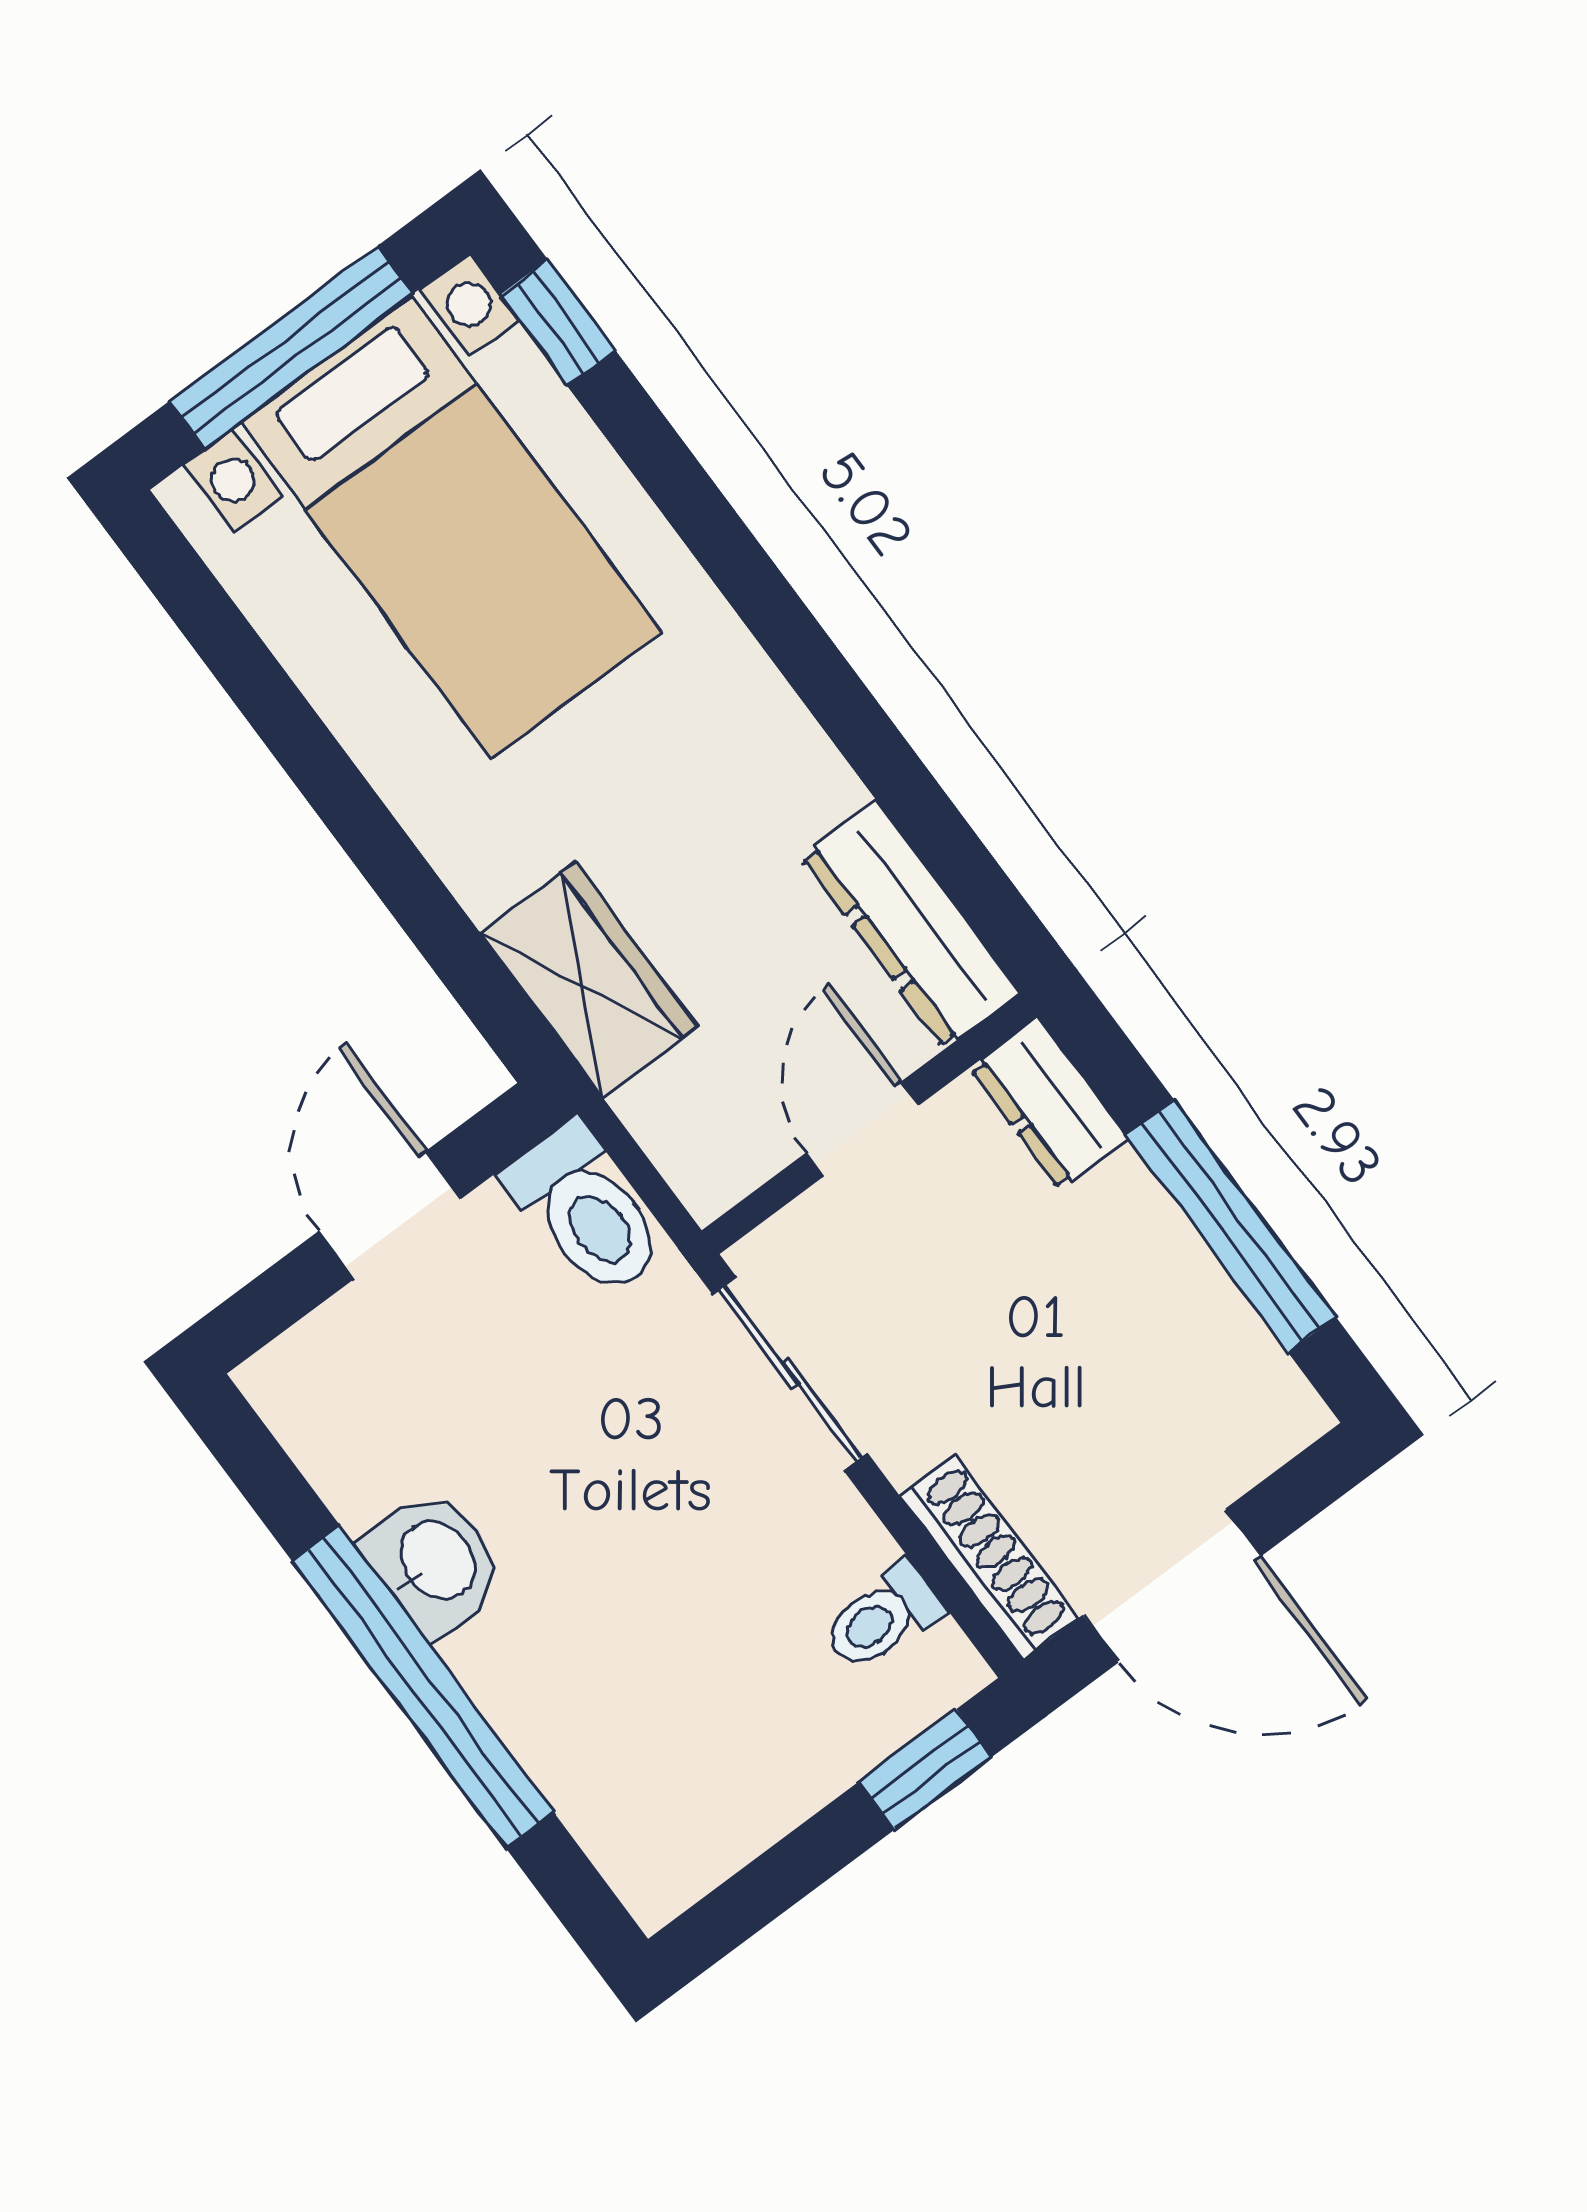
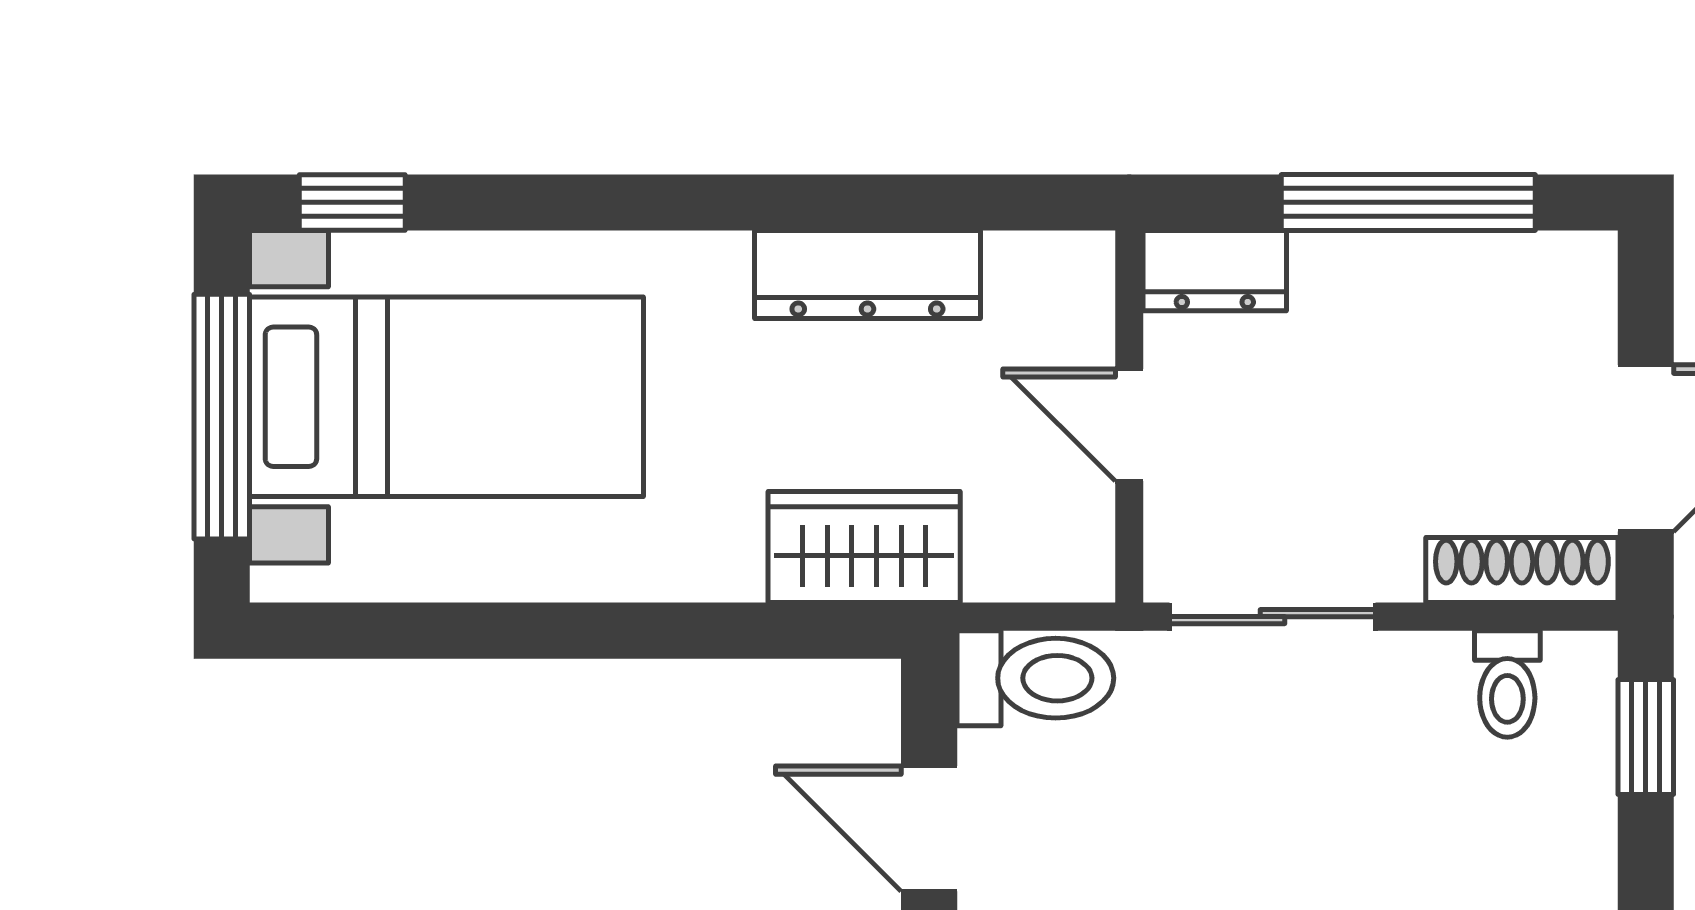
dresser: (910, 925) -> (867, 275), moved

